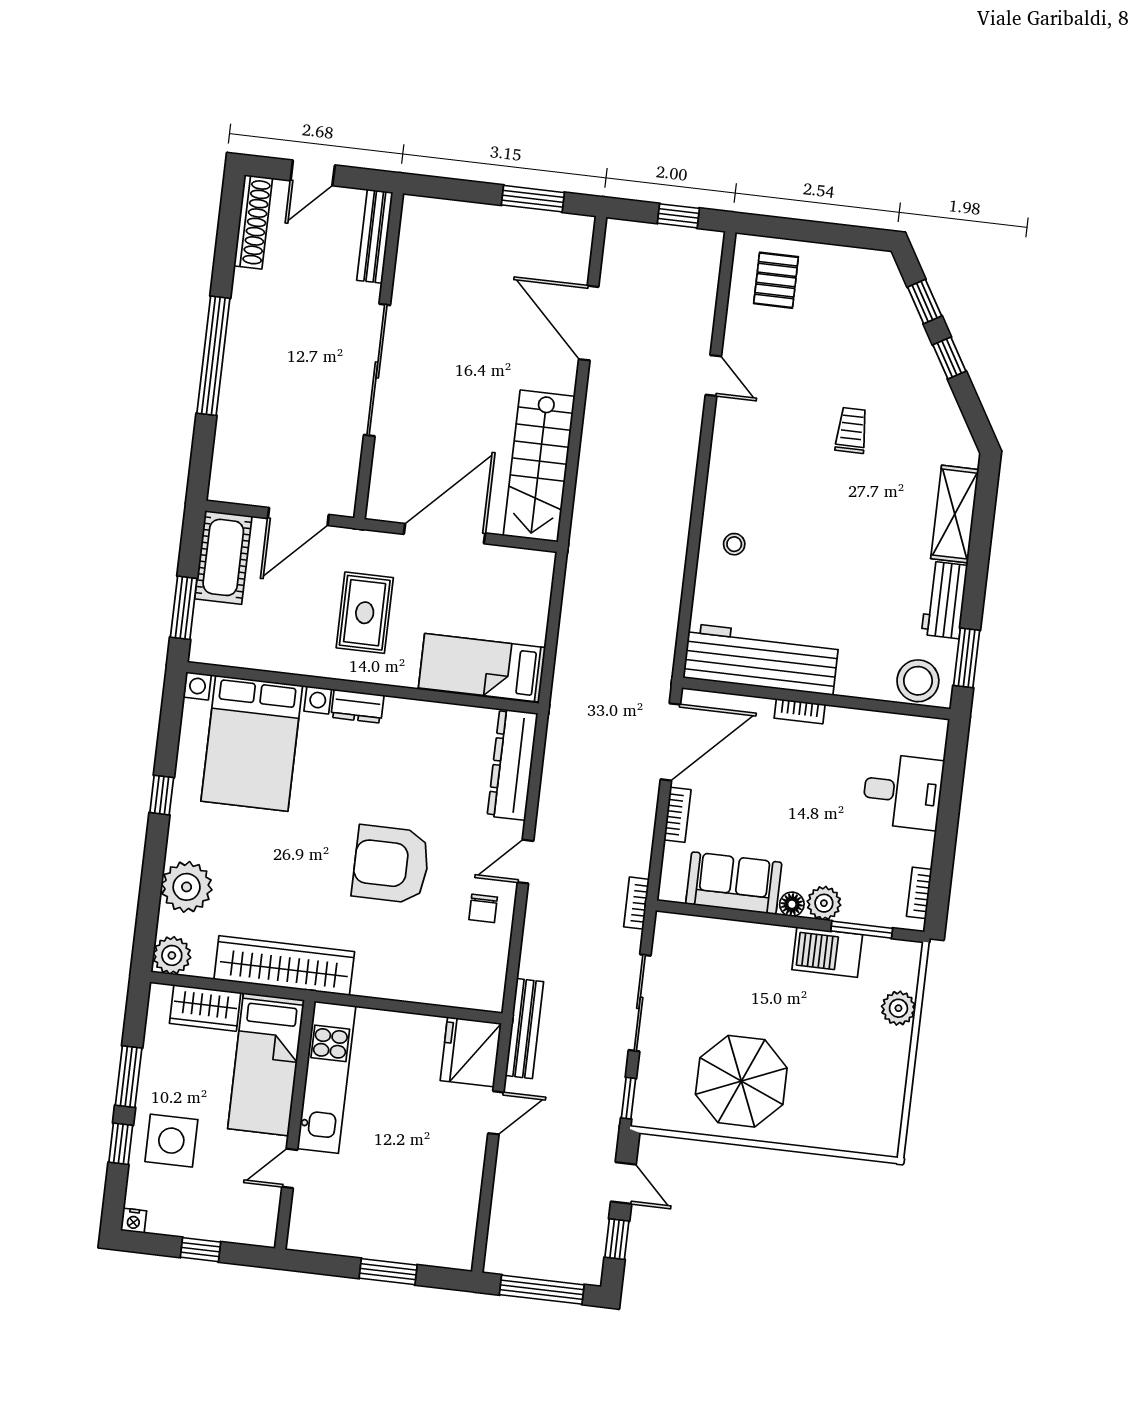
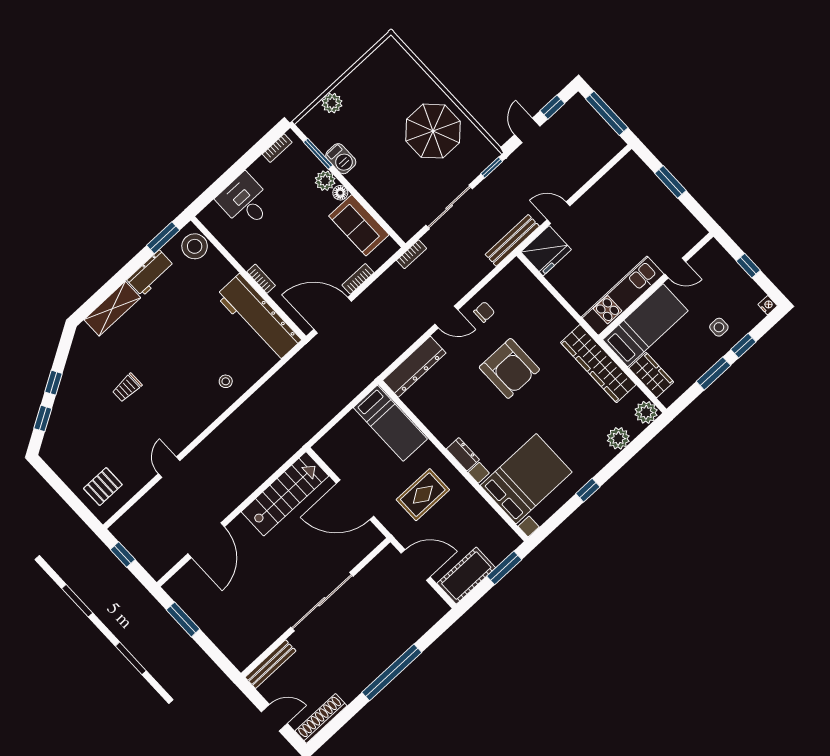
plant: (187, 887) -> (618, 438), width x0.73, depth x0.73
barbecue: (827, 952) -> (341, 159), width x0.73, depth x0.79
side table: (171, 1141) -> (719, 327), width x0.54, depth x0.54

